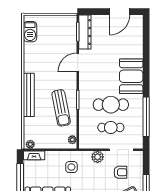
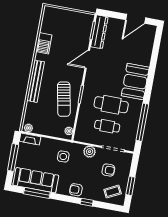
barbecue: (30, 32) -> (44, 43), moved

